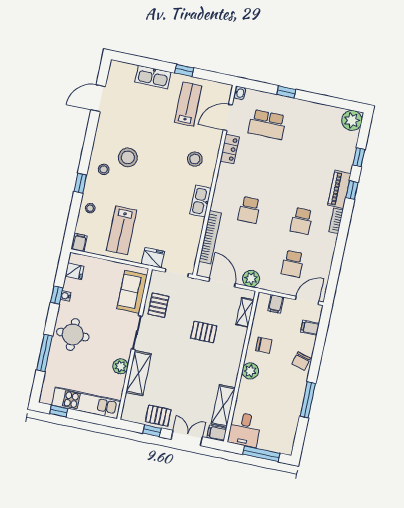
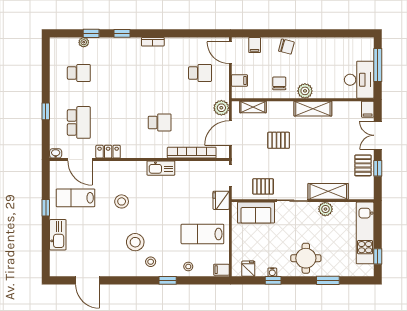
plant: (352, 120) -> (84, 42), moved, width x0.53, depth x0.53
stool: (195, 159) -> (122, 201), moved
piano: (339, 189) -> (124, 45), removed
school desk: (302, 221) -> (79, 73), moved
lab bench: (122, 230) -> (202, 234), turned 180
pallet: (204, 332) -> (279, 140), turned 90
window: (44, 353) -> (328, 280), width x0.69
window: (308, 400) -> (320, 33), removed
shelving: (223, 406) -> (313, 109), moved
desk: (245, 430) -> (359, 80), width x1.37

